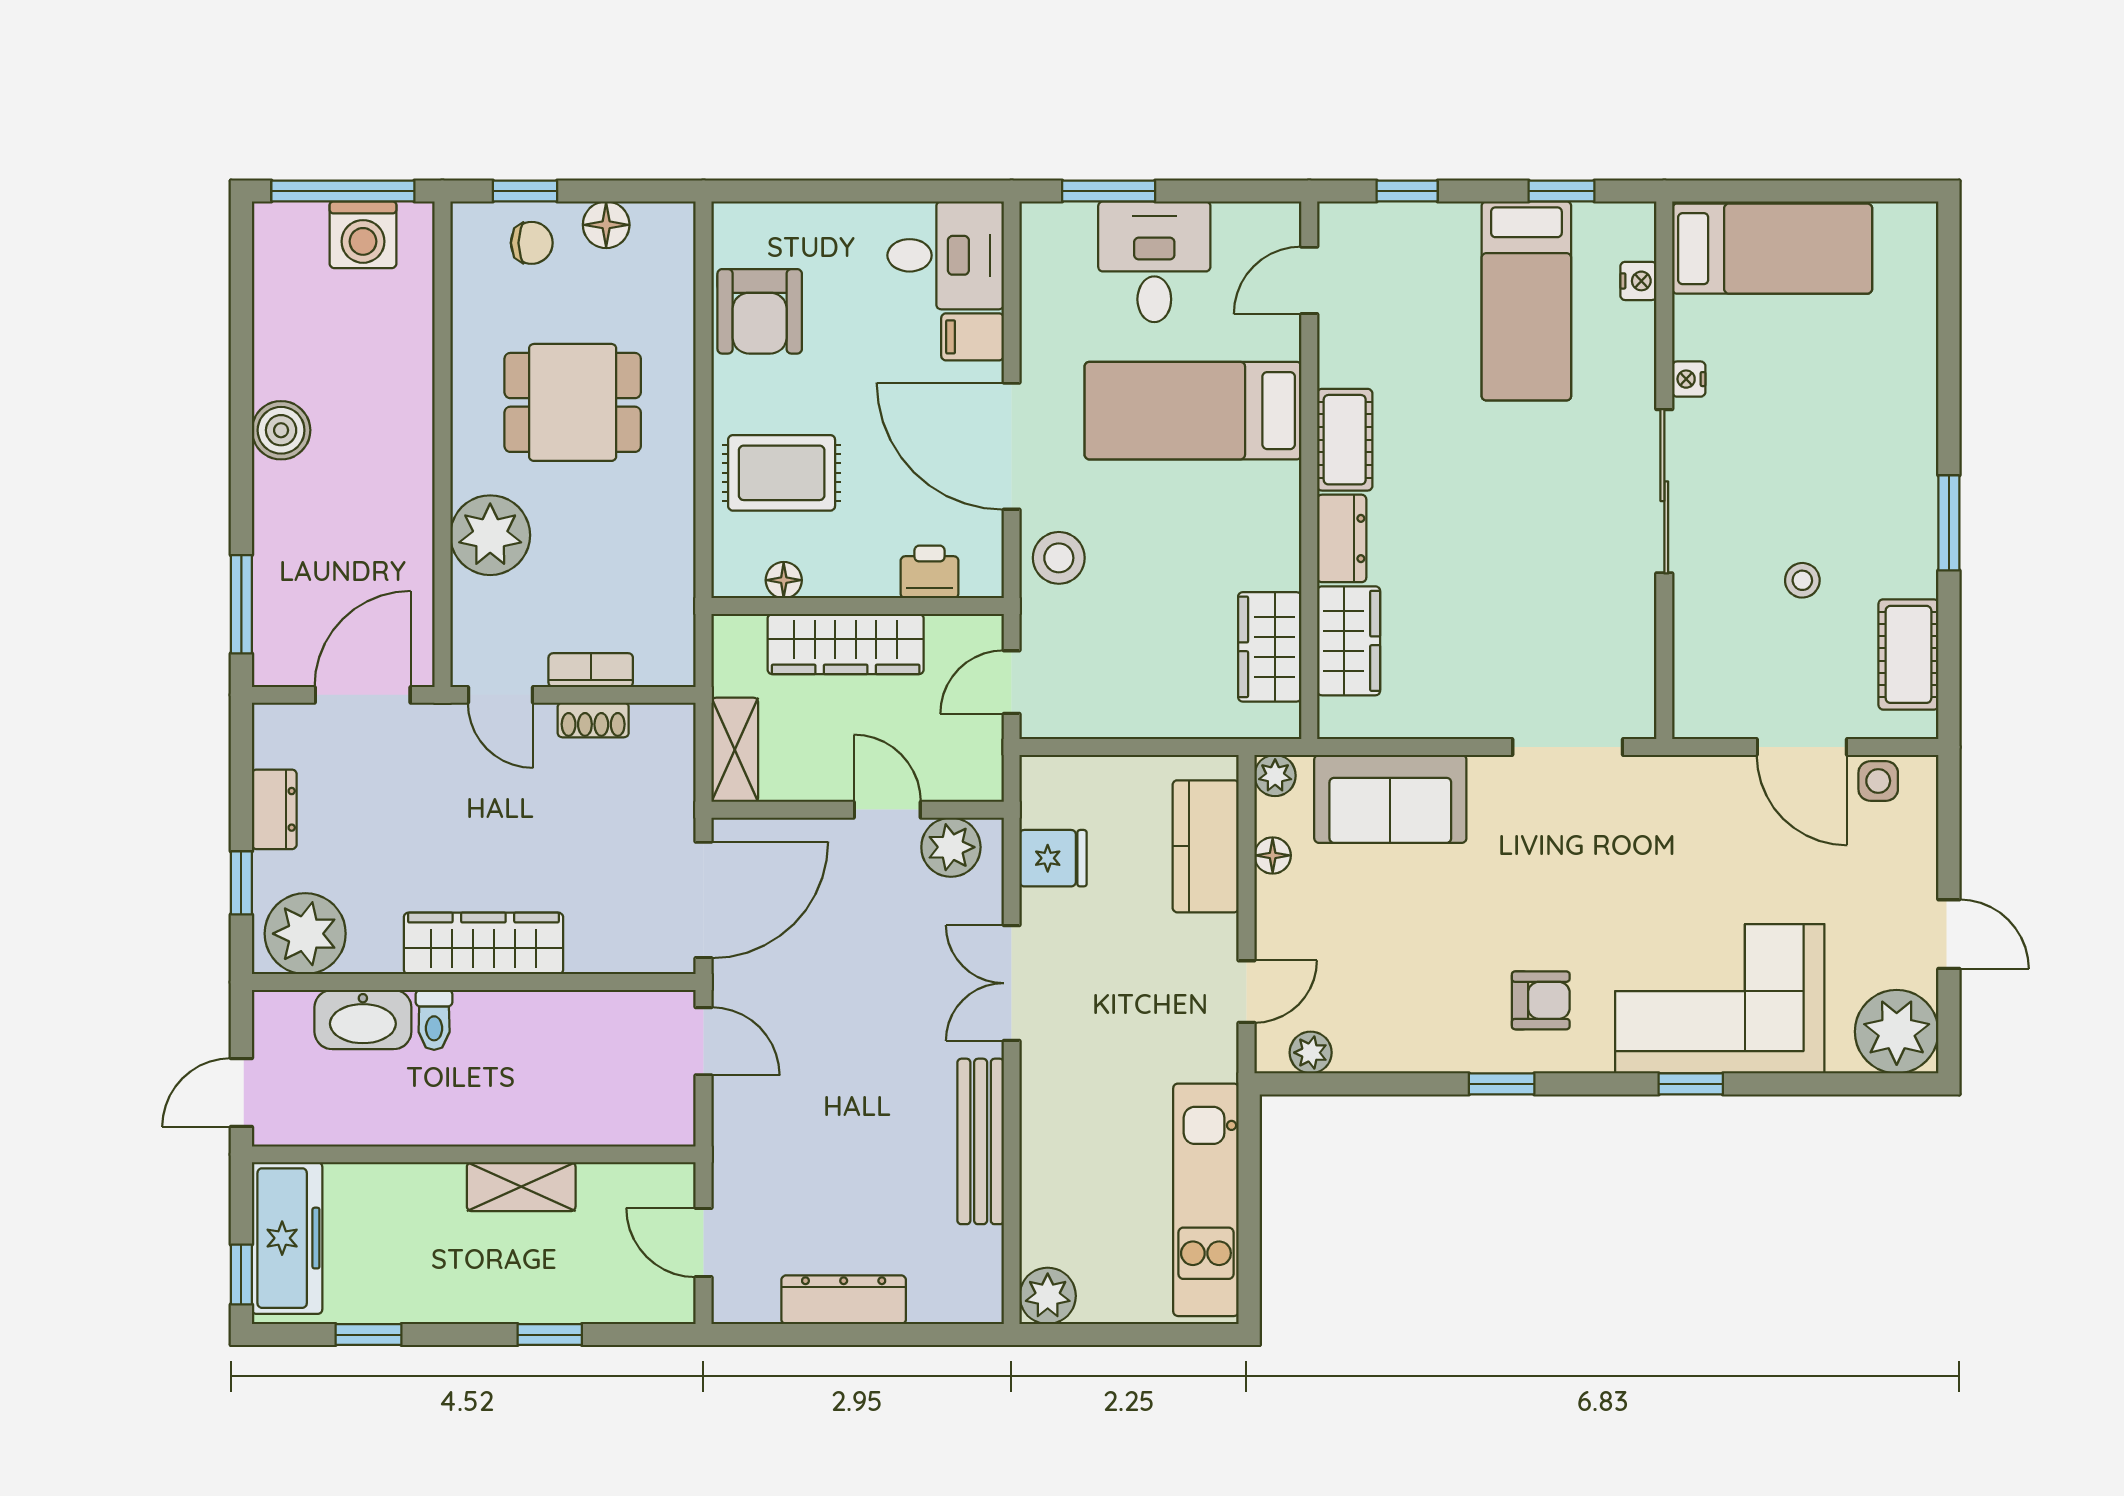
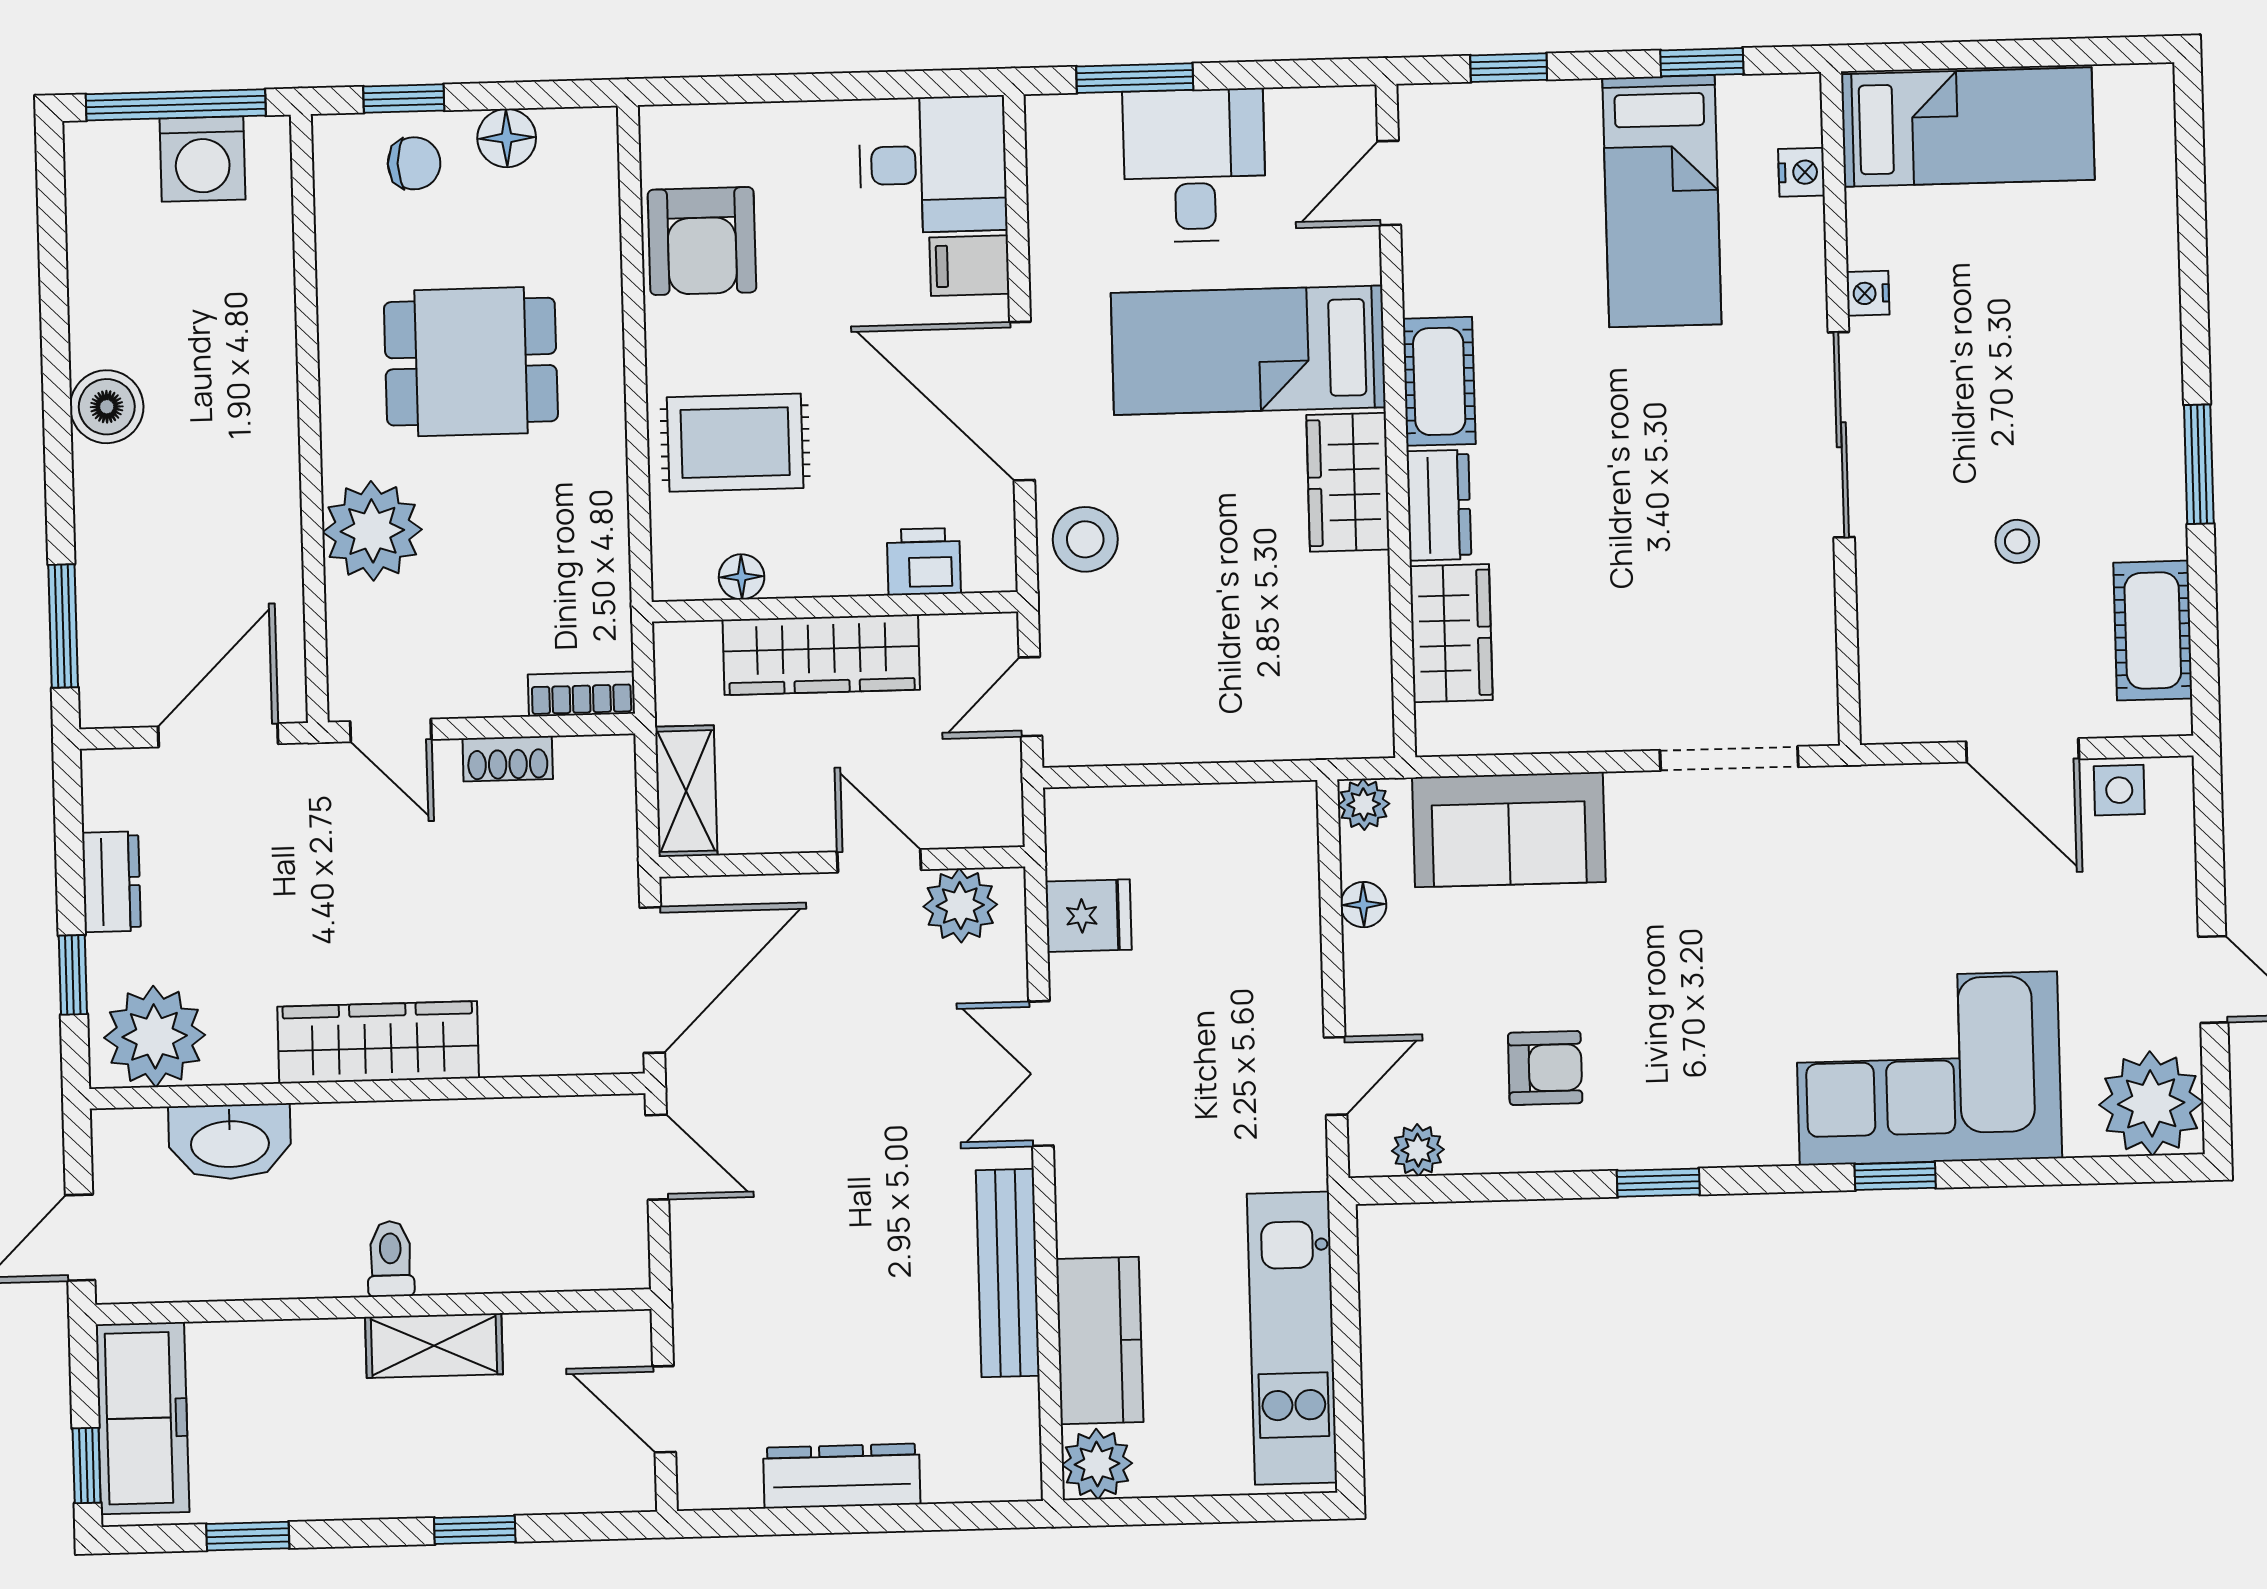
wardrobe: (1270, 647) -> (1348, 482), moved
bookcase: (591, 670) -> (581, 694), moved
kitchen counter: (1206, 846) -> (1100, 1341), moved, turned 180
armchair: (1541, 1000) -> (1545, 1068), moved
toilet: (434, 1020) -> (391, 1259), moved, turned 180

